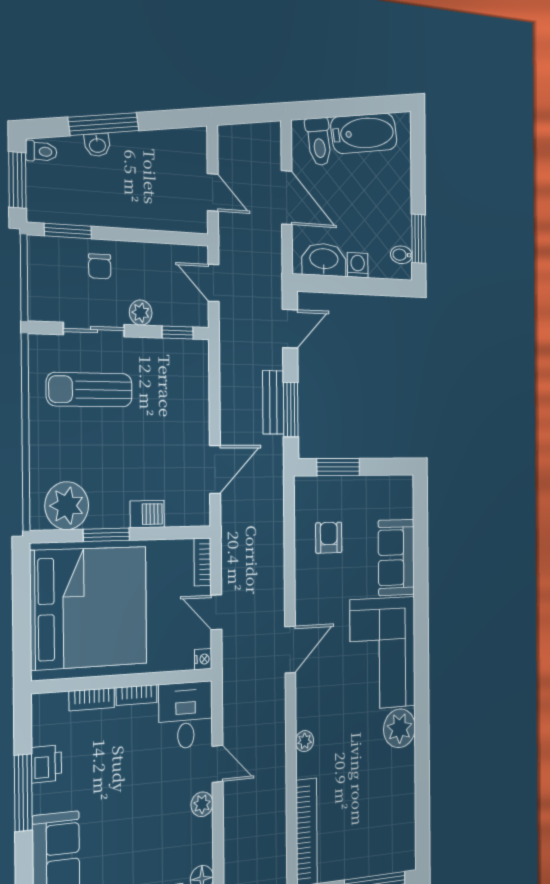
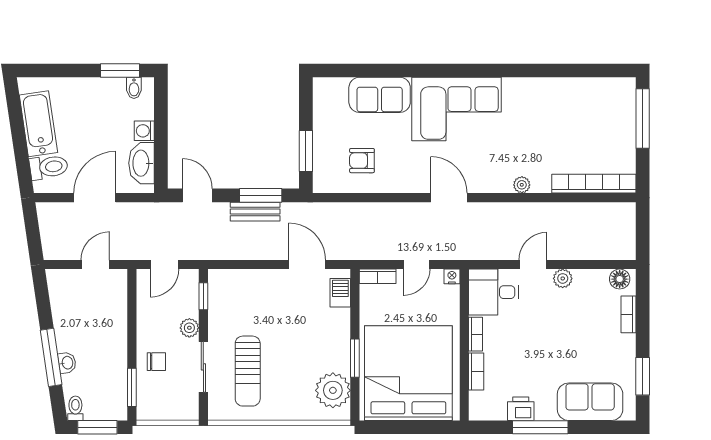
barbecue: (147, 514) -> (340, 293), moved
plant: (399, 728) -> (519, 93), removed

